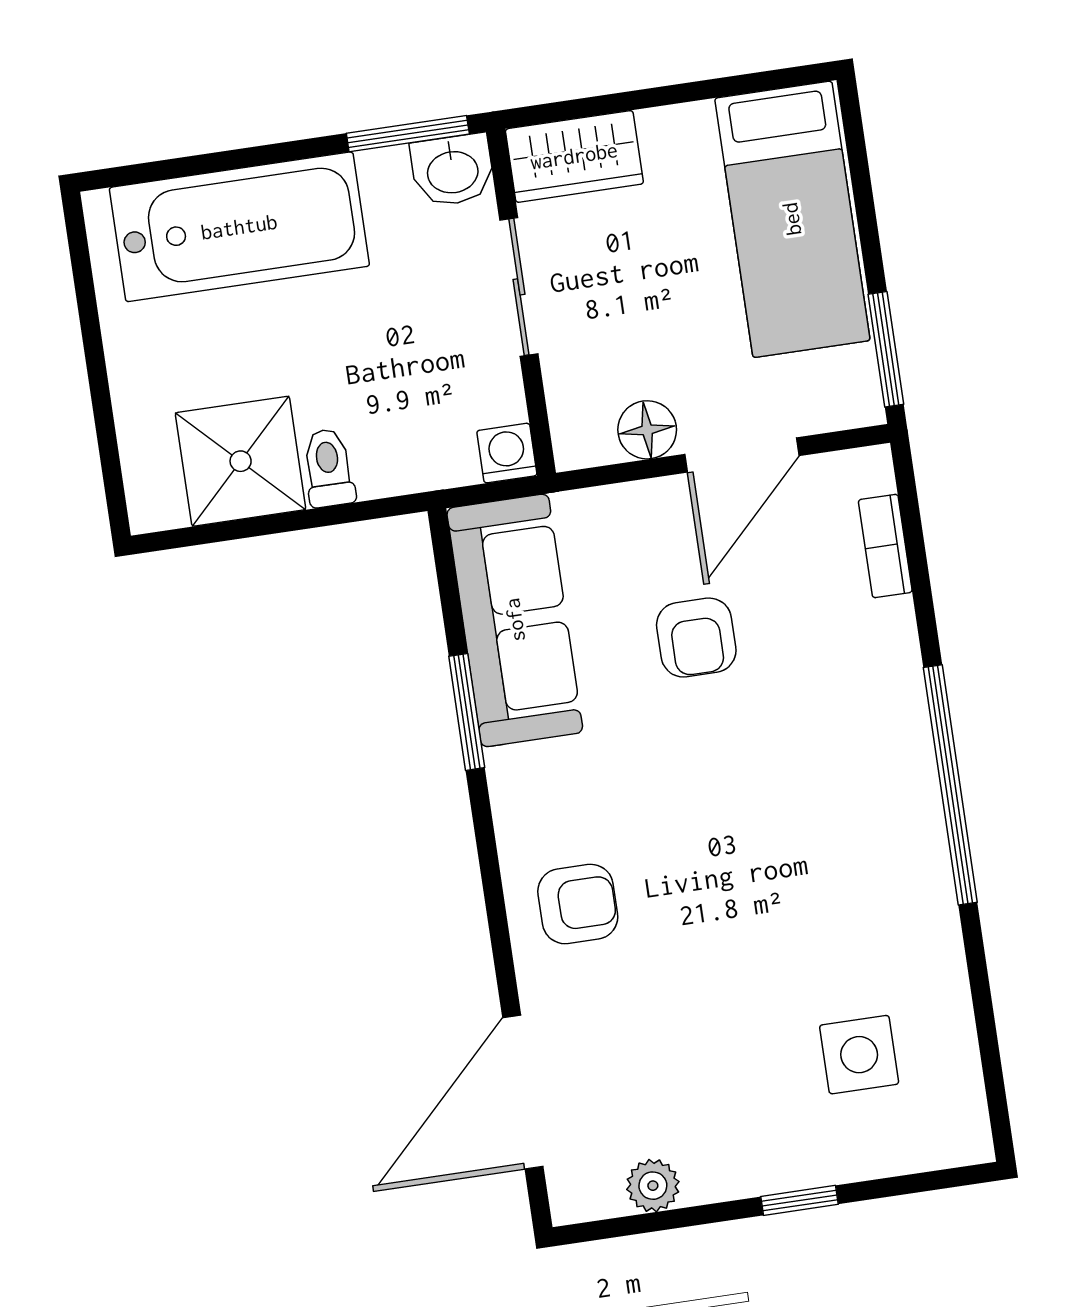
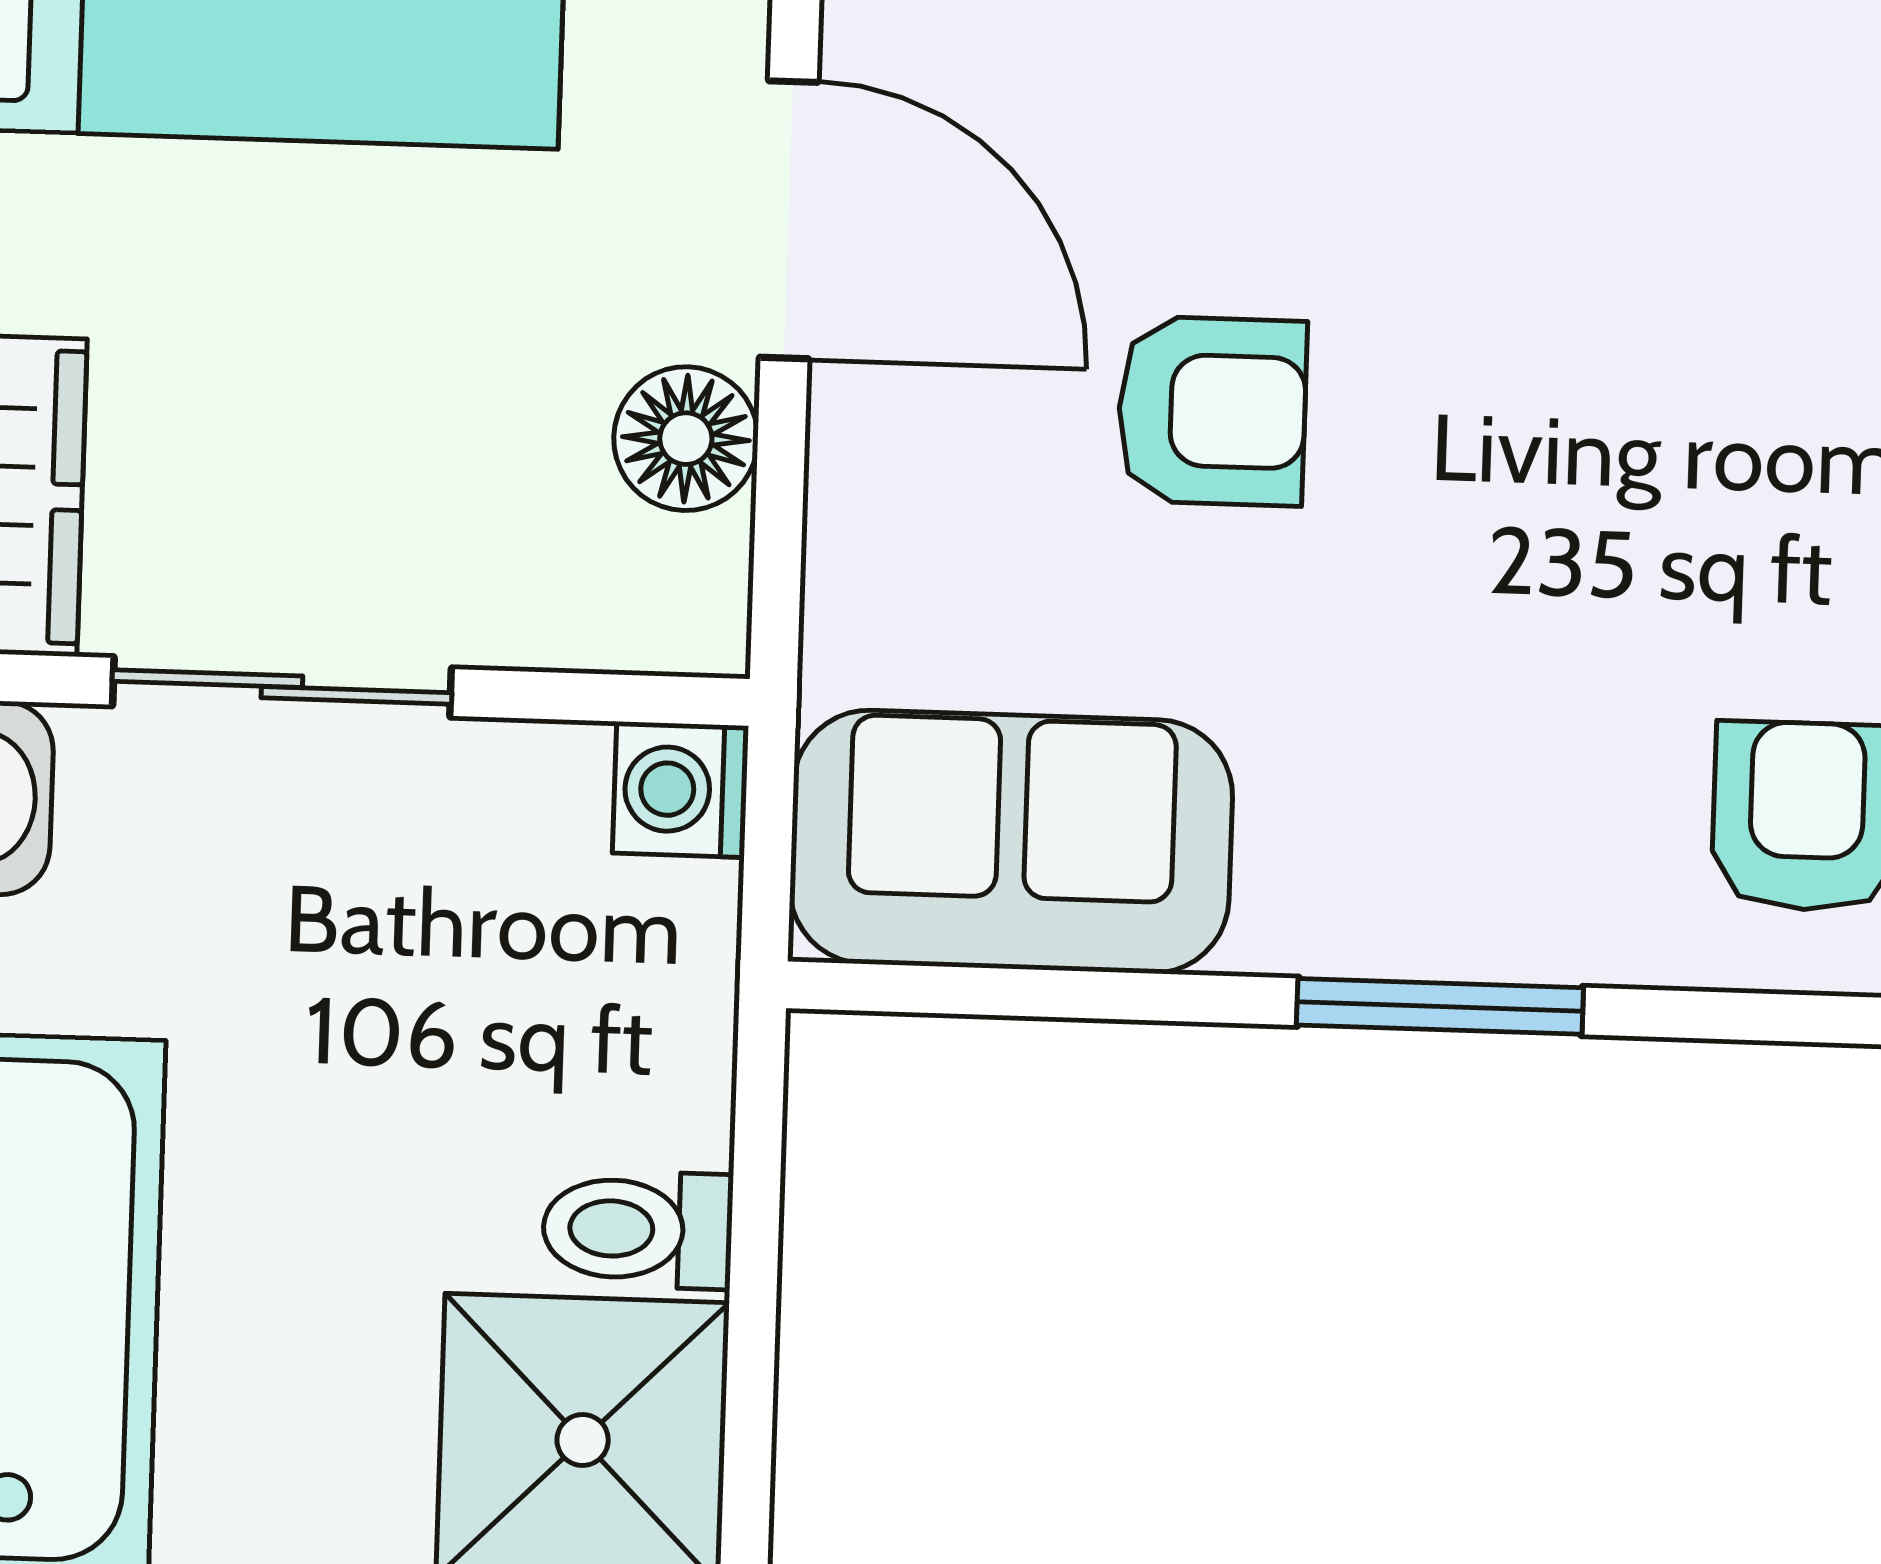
sofa: (515, 620) -> (1011, 842), width x0.73
window: (467, 712) -> (1440, 1006), moved

